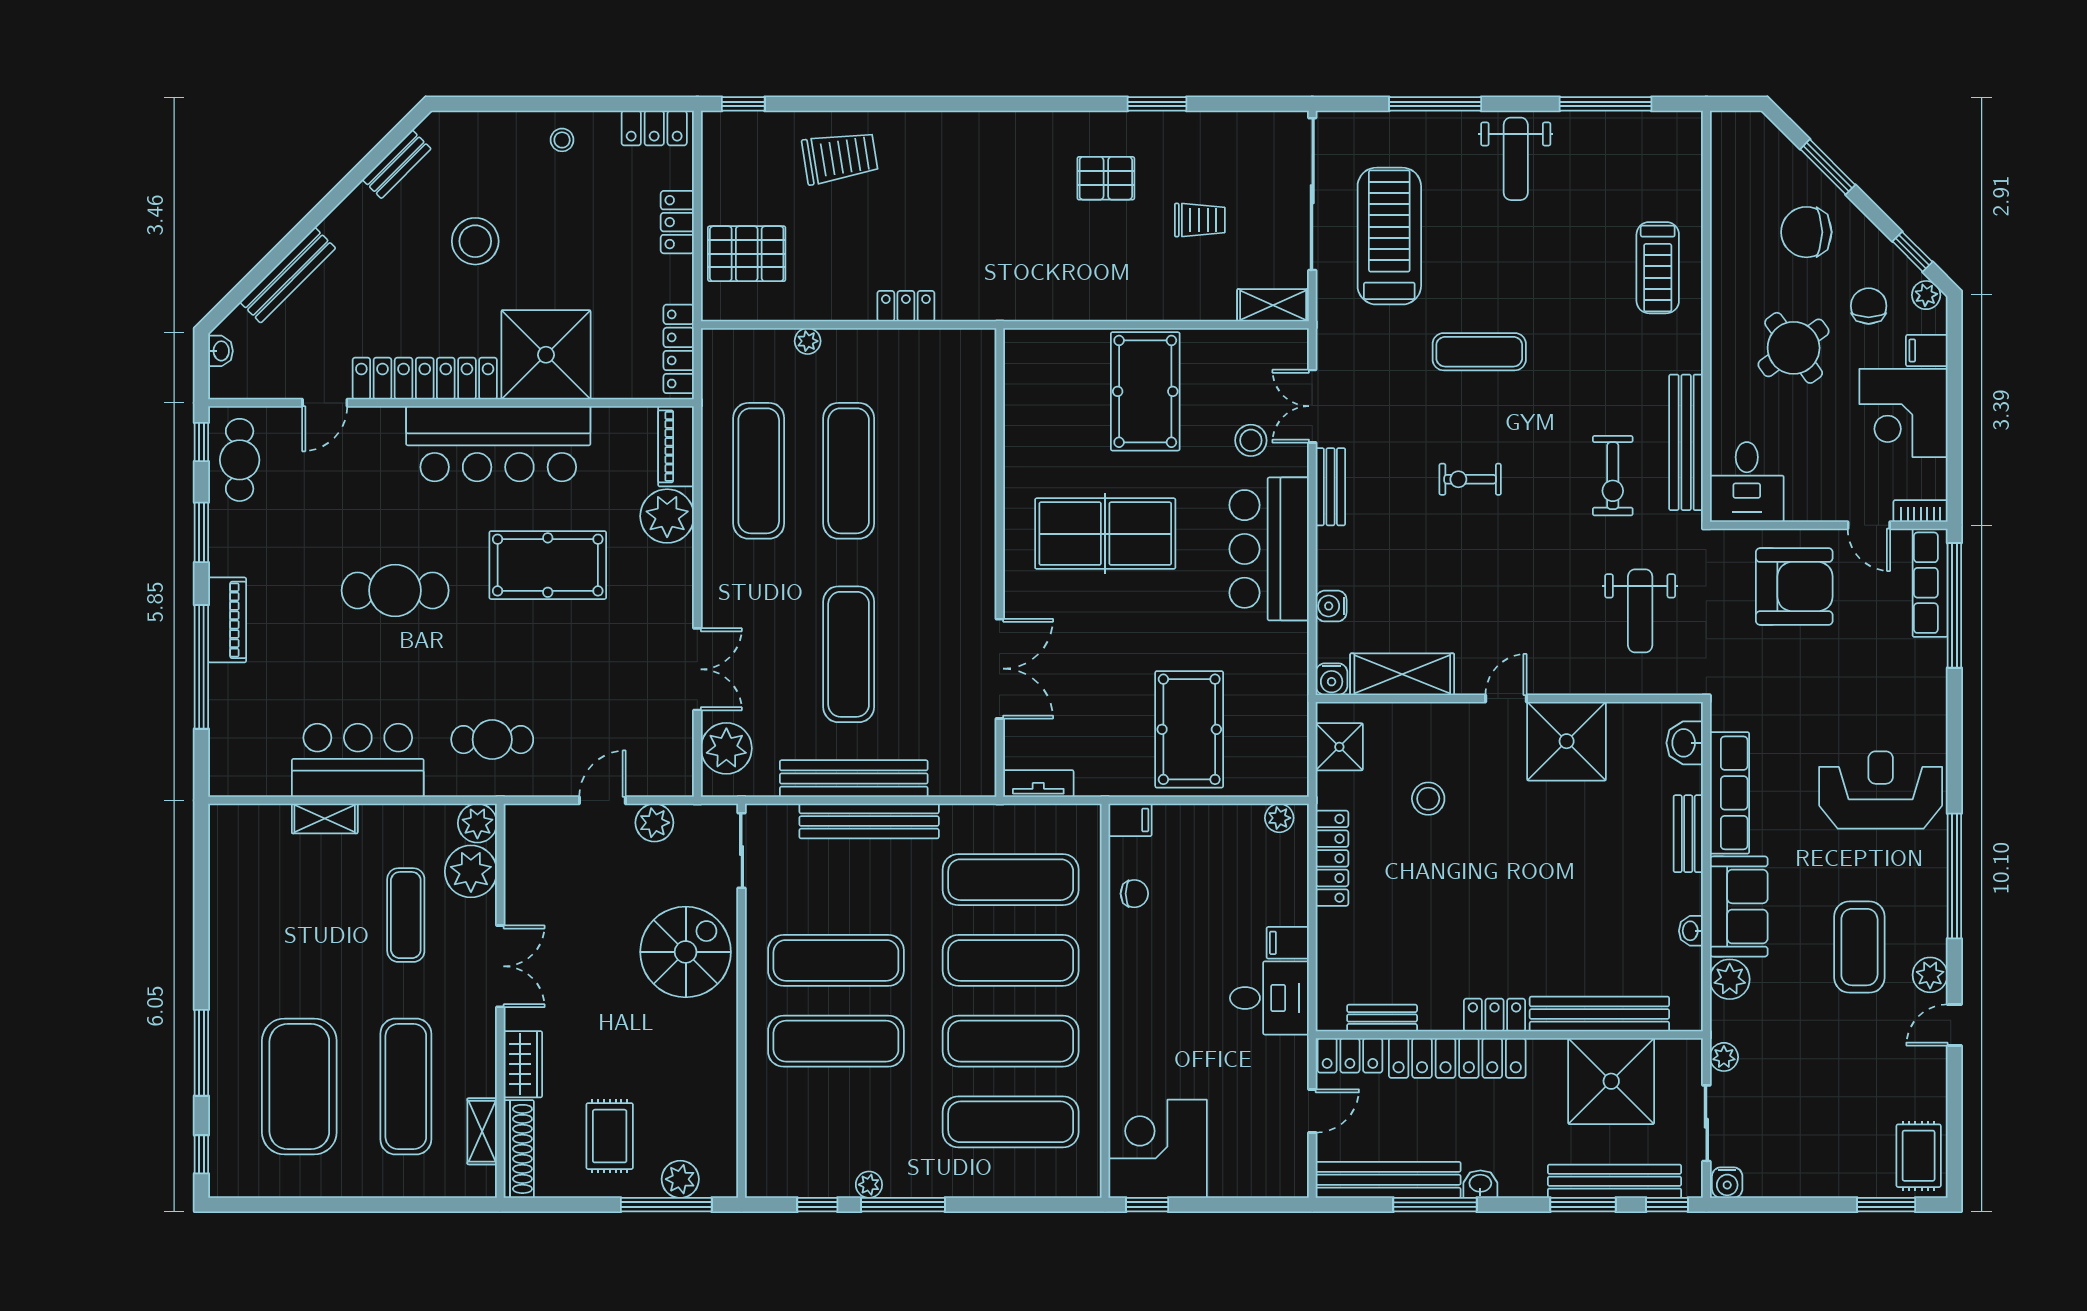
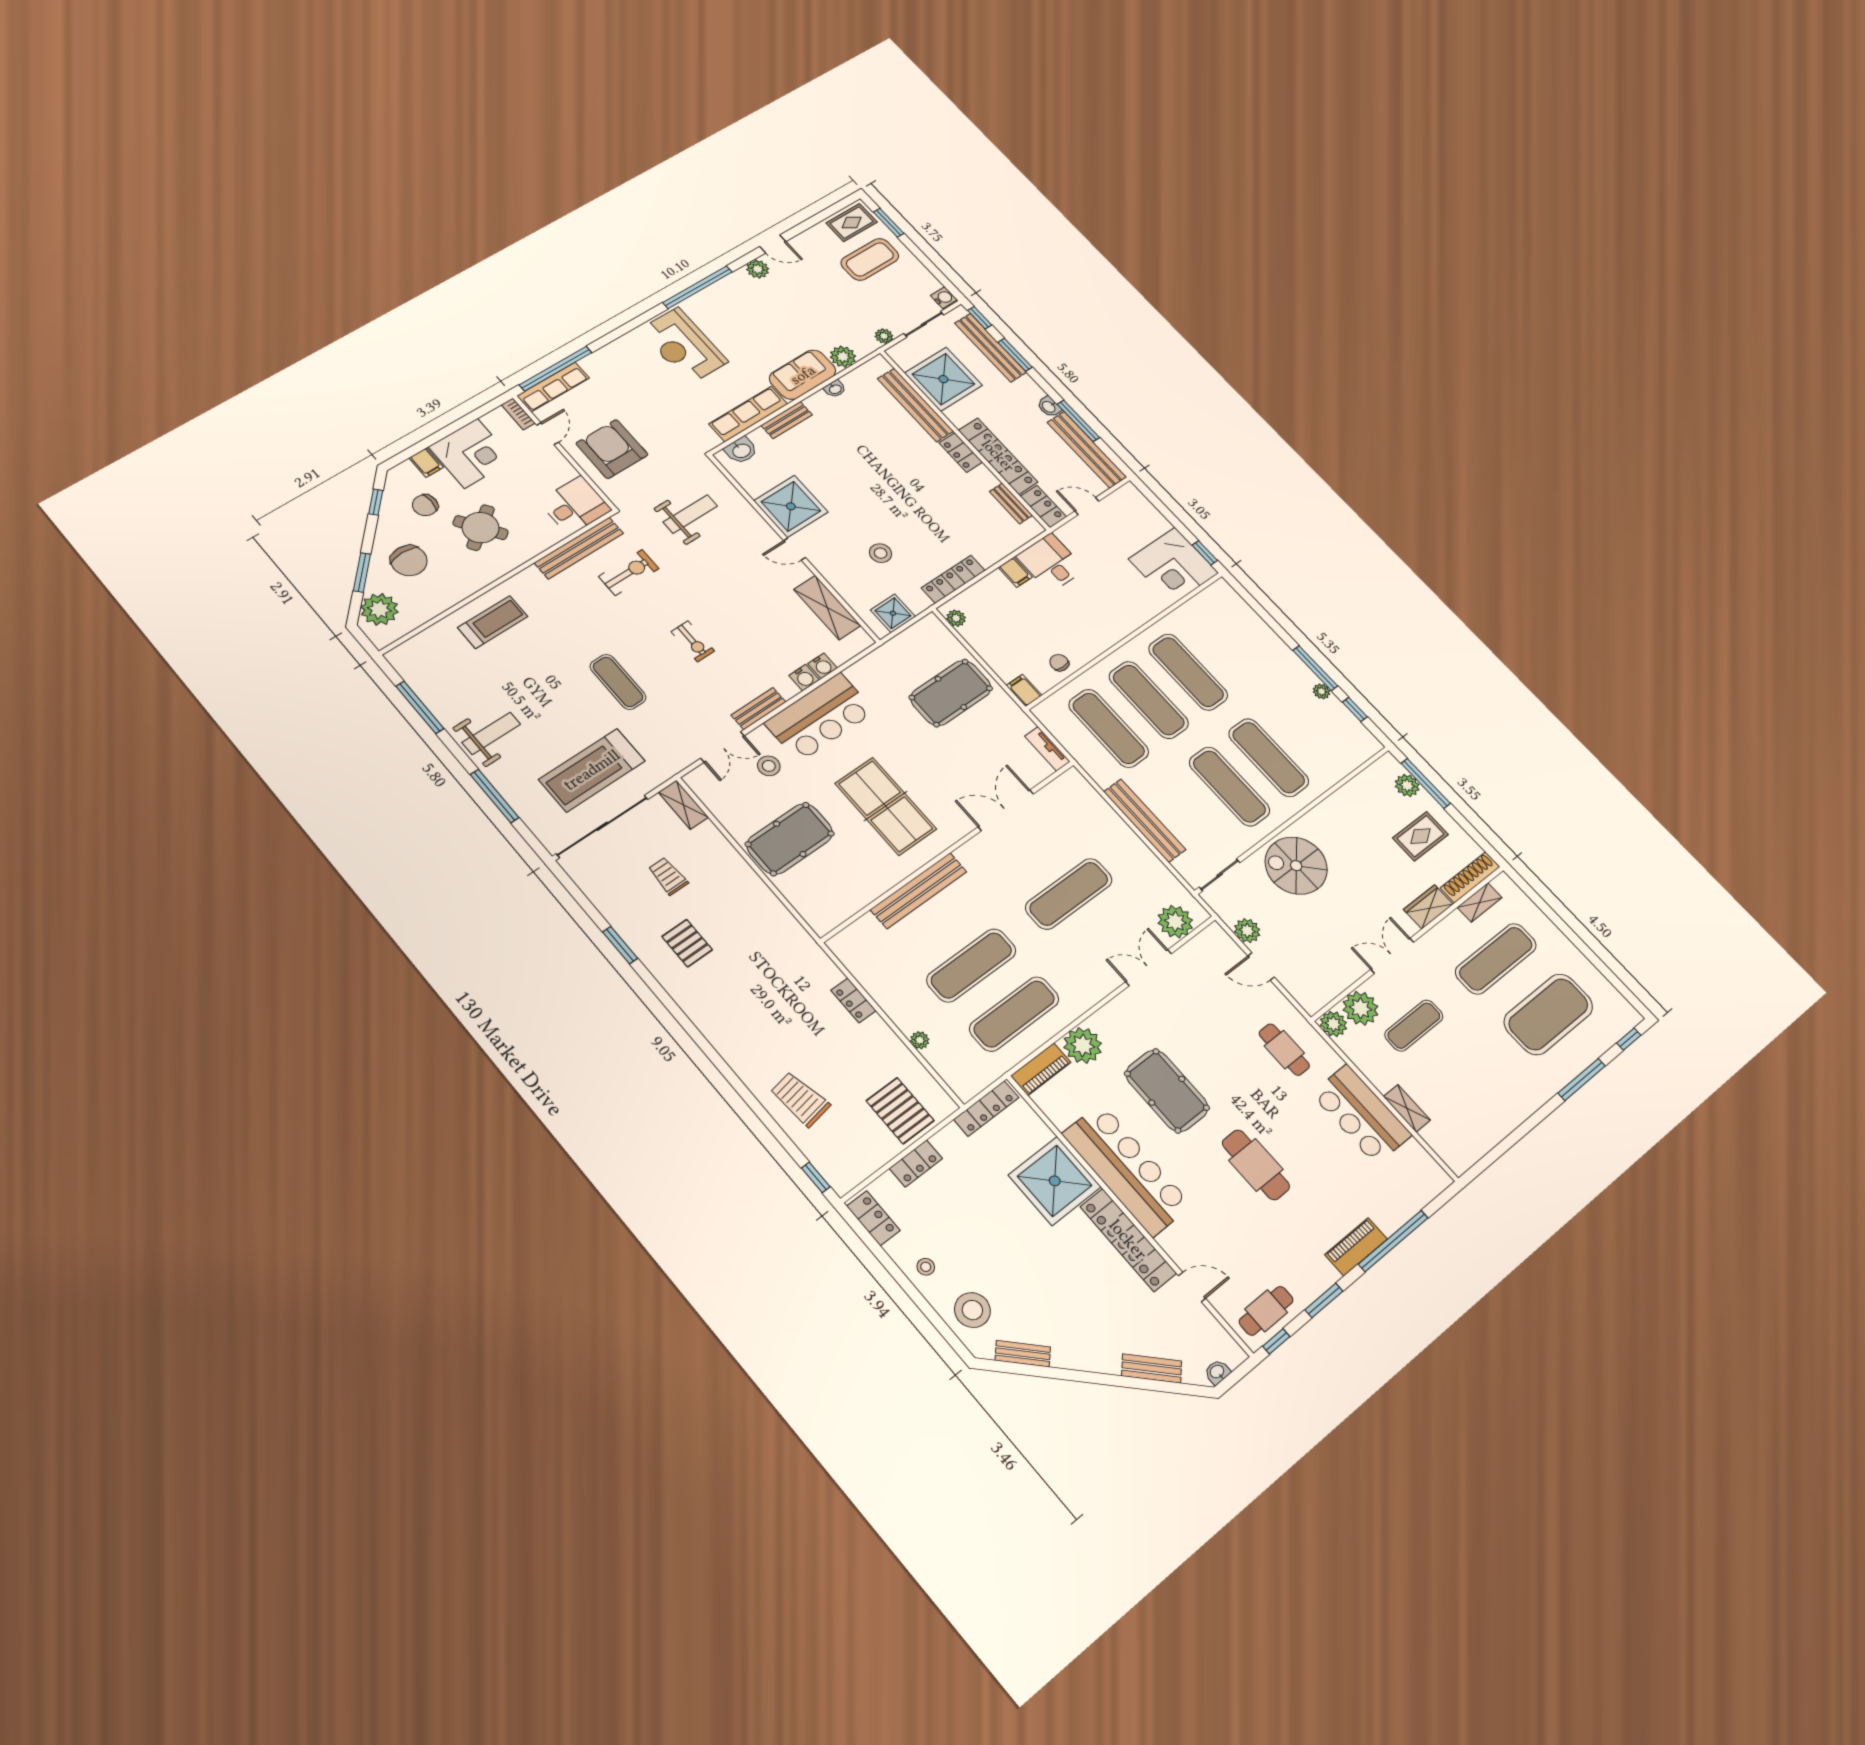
stool: (475, 241) -> (972, 1310), moved
bench: (288, 275) -> (1152, 1368), width x0.73
plant: (1926, 295) -> (379, 609), moved, width x1.87, depth x1.87
water cooler: (1332, 679) -> (804, 678), moved, turned 90
bench: (854, 779) -> (919, 891), moved, turned 90
coffee table: (1859, 947) -> (870, 259), moved
exercise mat: (1011, 1122) -> (1227, 645), removed

